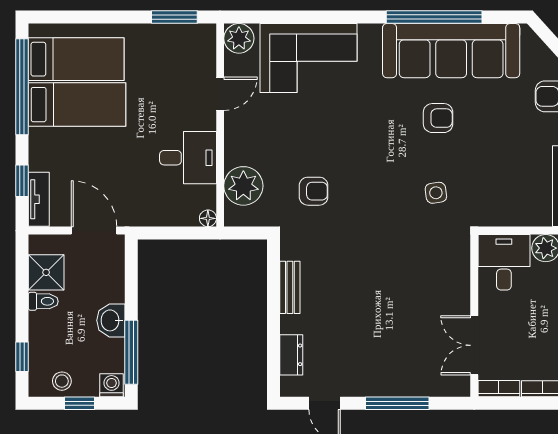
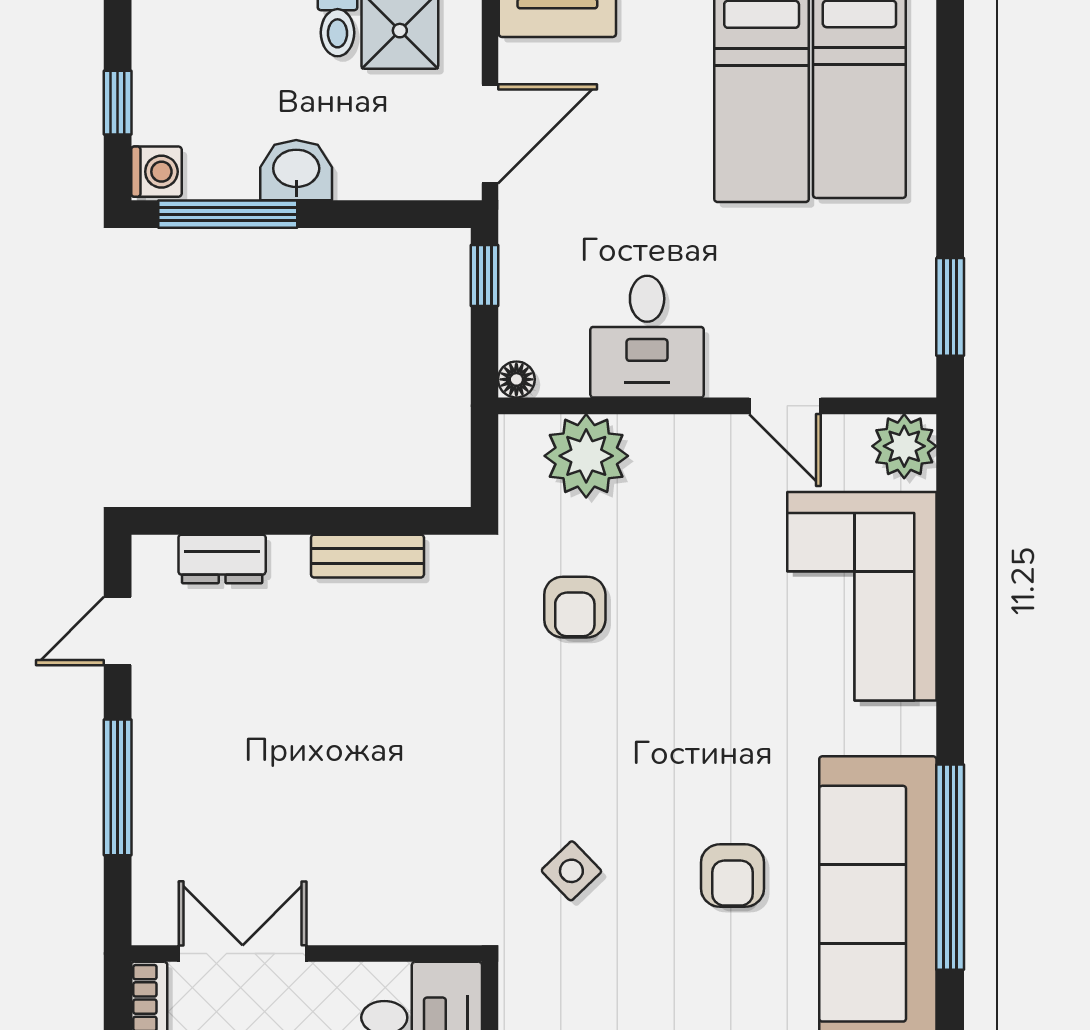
side table: (436, 193) -> (571, 871), turned -36
window: (160, 233) -> (485, 276), added
stool: (62, 381) -> (165, 65), removed

